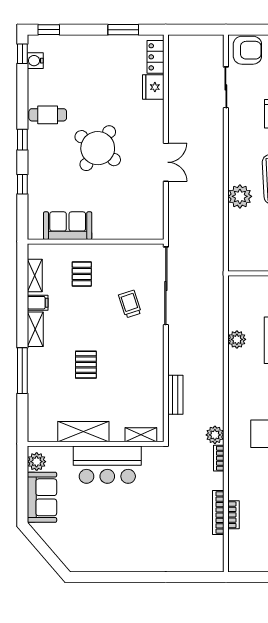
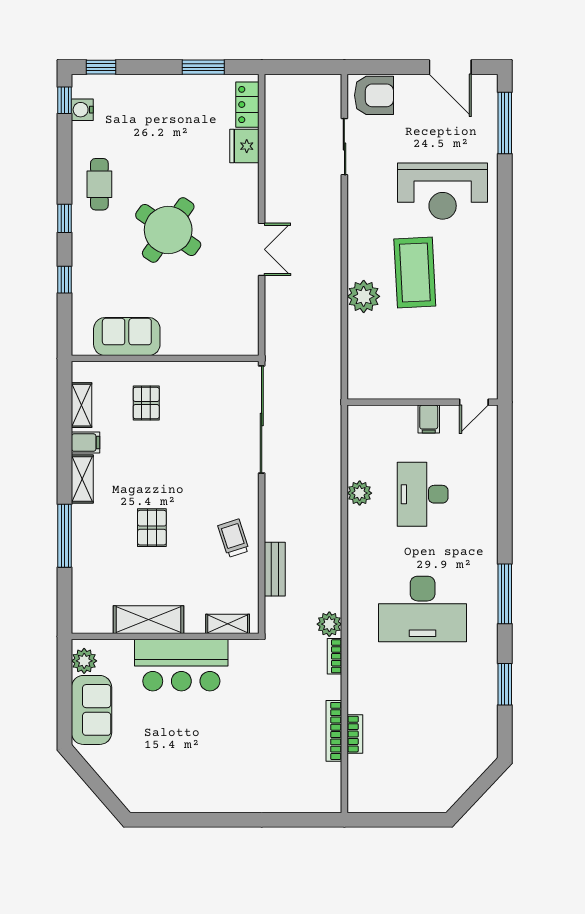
cafe table: (48, 115) -> (99, 184), turned 90
trolley: (130, 304) -> (233, 538), moved

